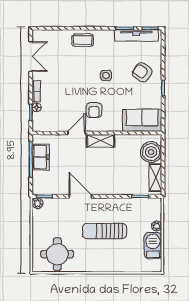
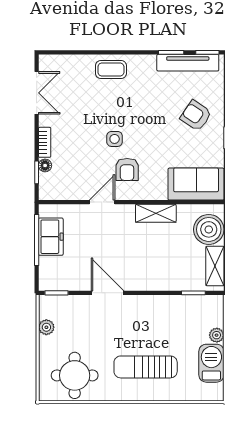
side table: (106, 75) -> (115, 139), moved
shelving: (101, 141) -> (156, 213), moved
plant: (38, 203) -> (46, 327), moved
sun lounger: (105, 231) -> (146, 367), moved

